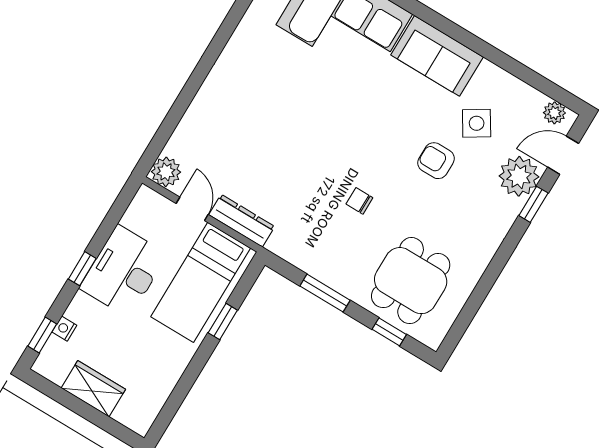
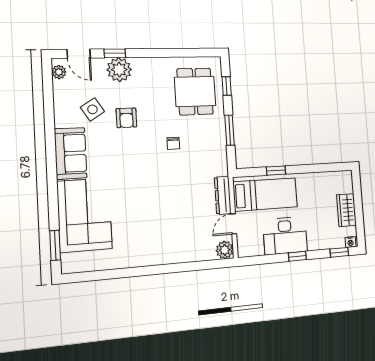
plant: (519, 176) -> (119, 70), moved
dining table: (411, 281) -> (195, 91), turned 90
nightstand: (64, 329) -> (351, 242), moved

